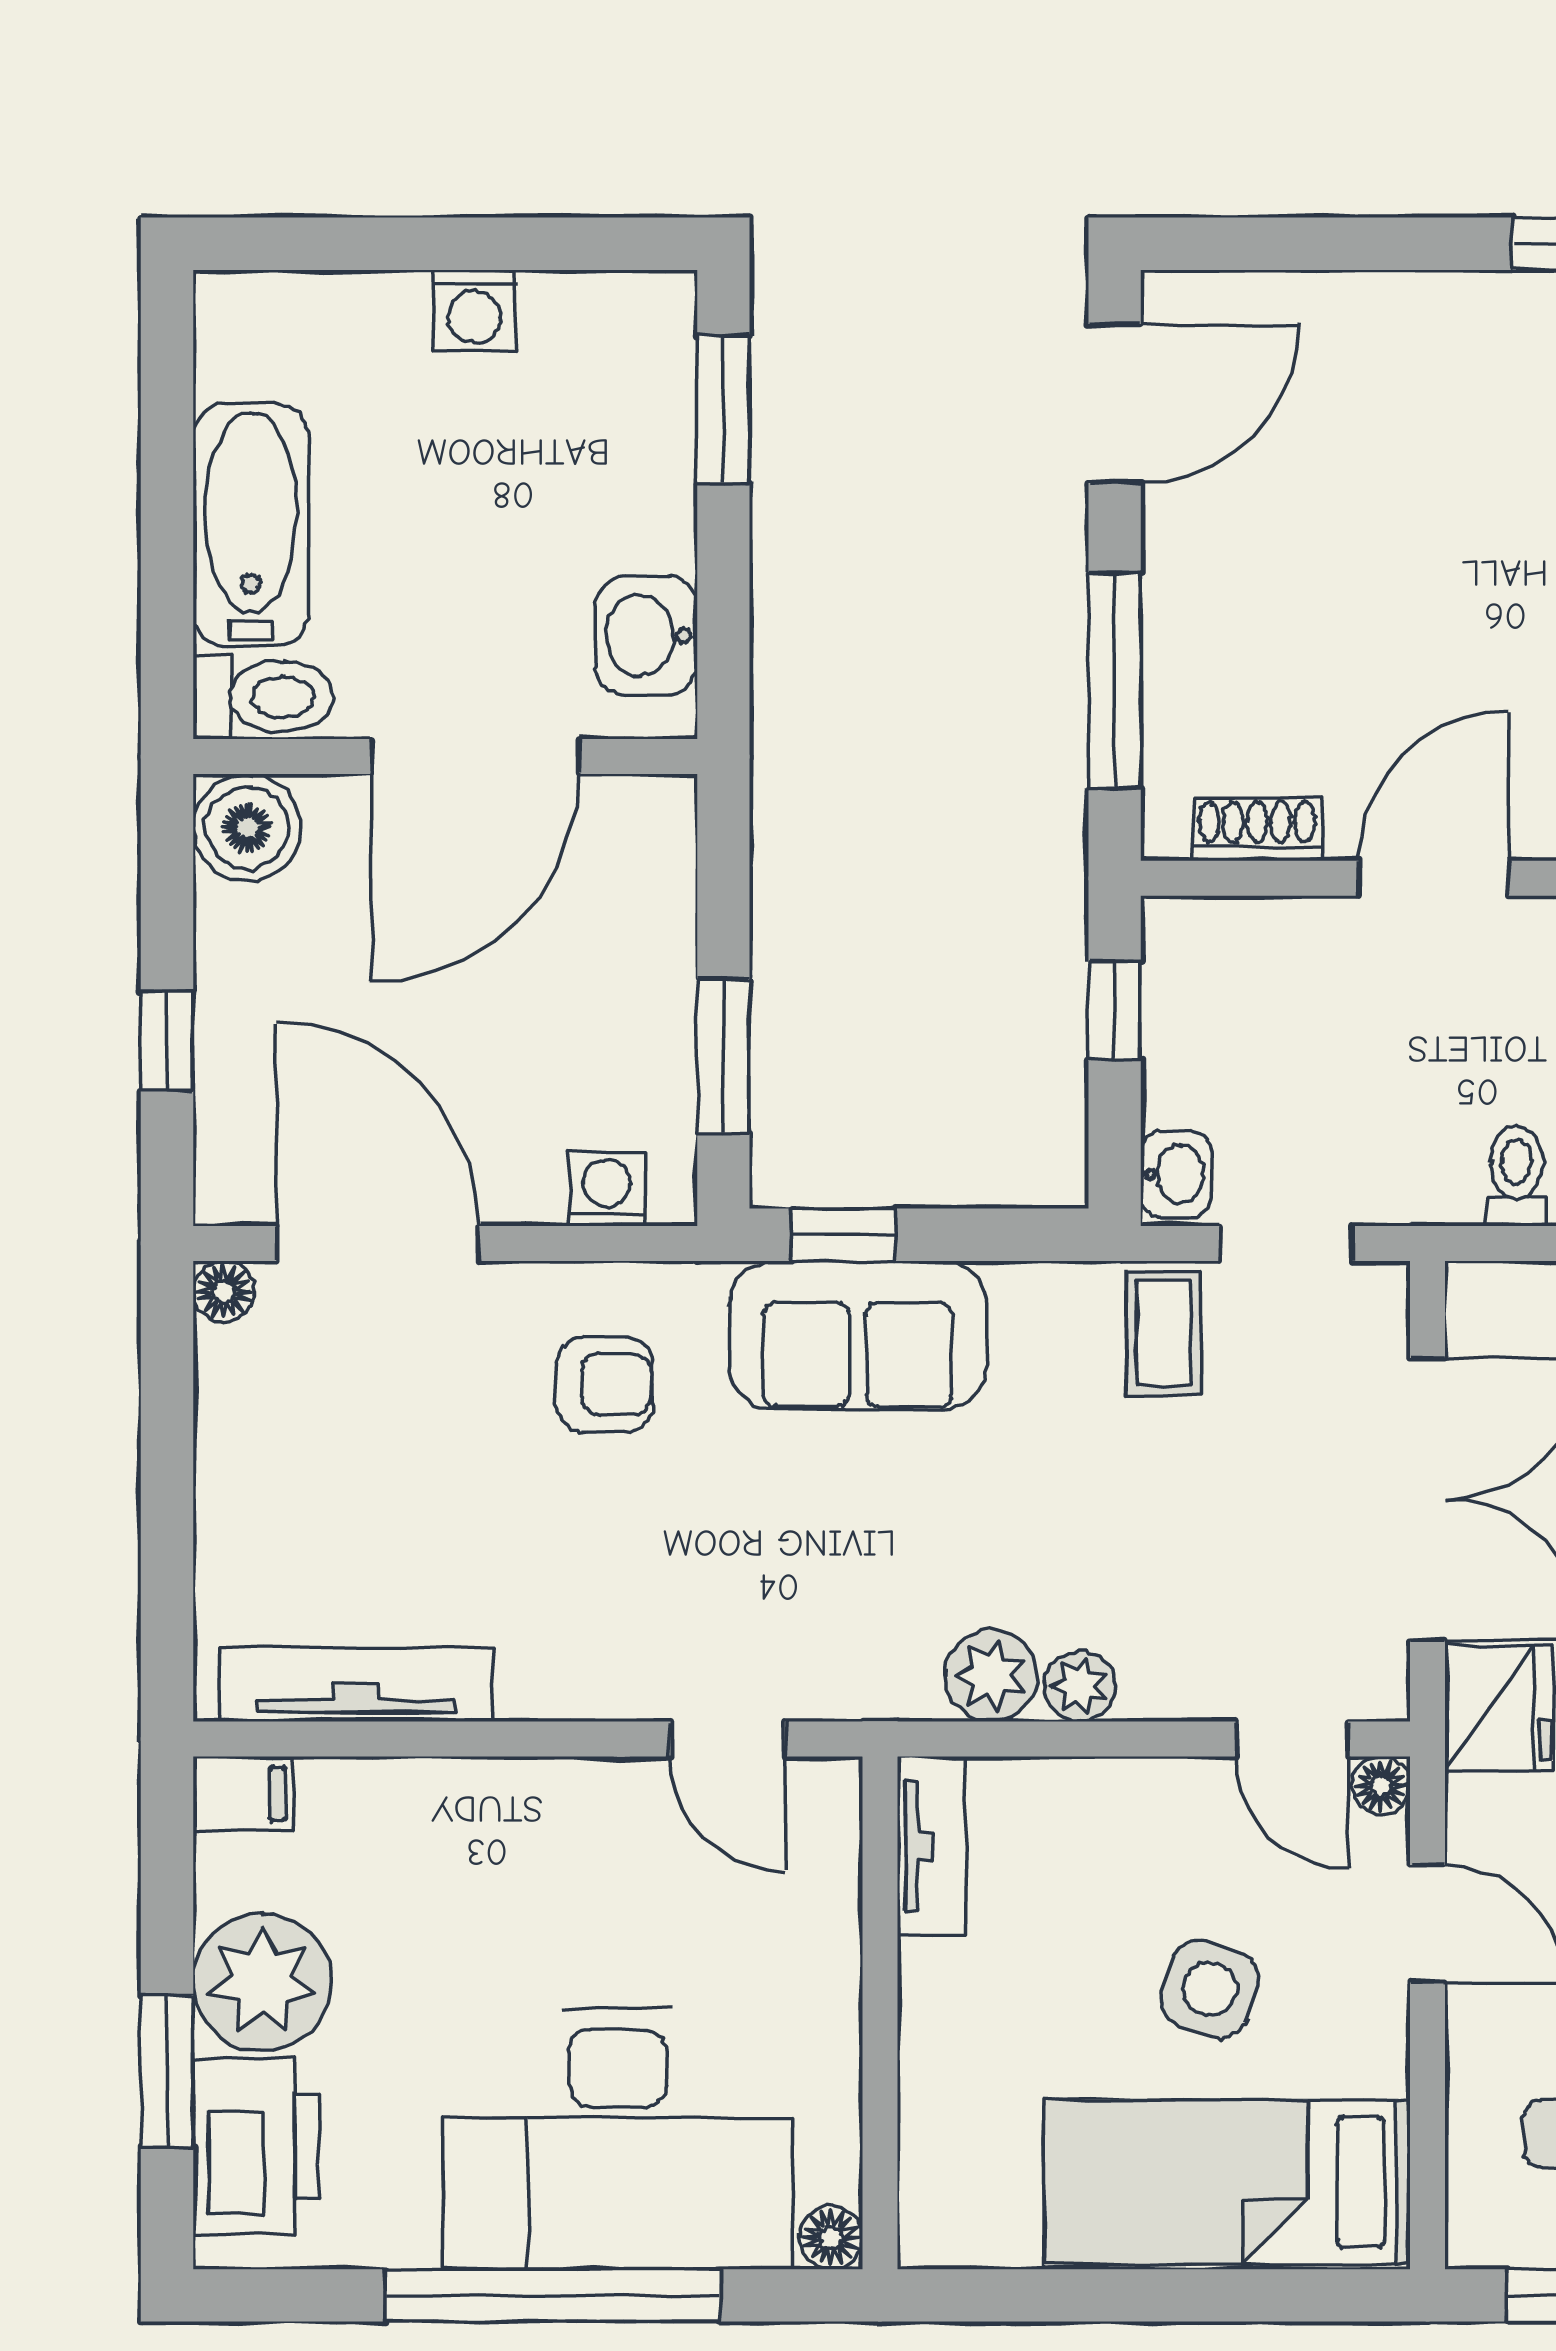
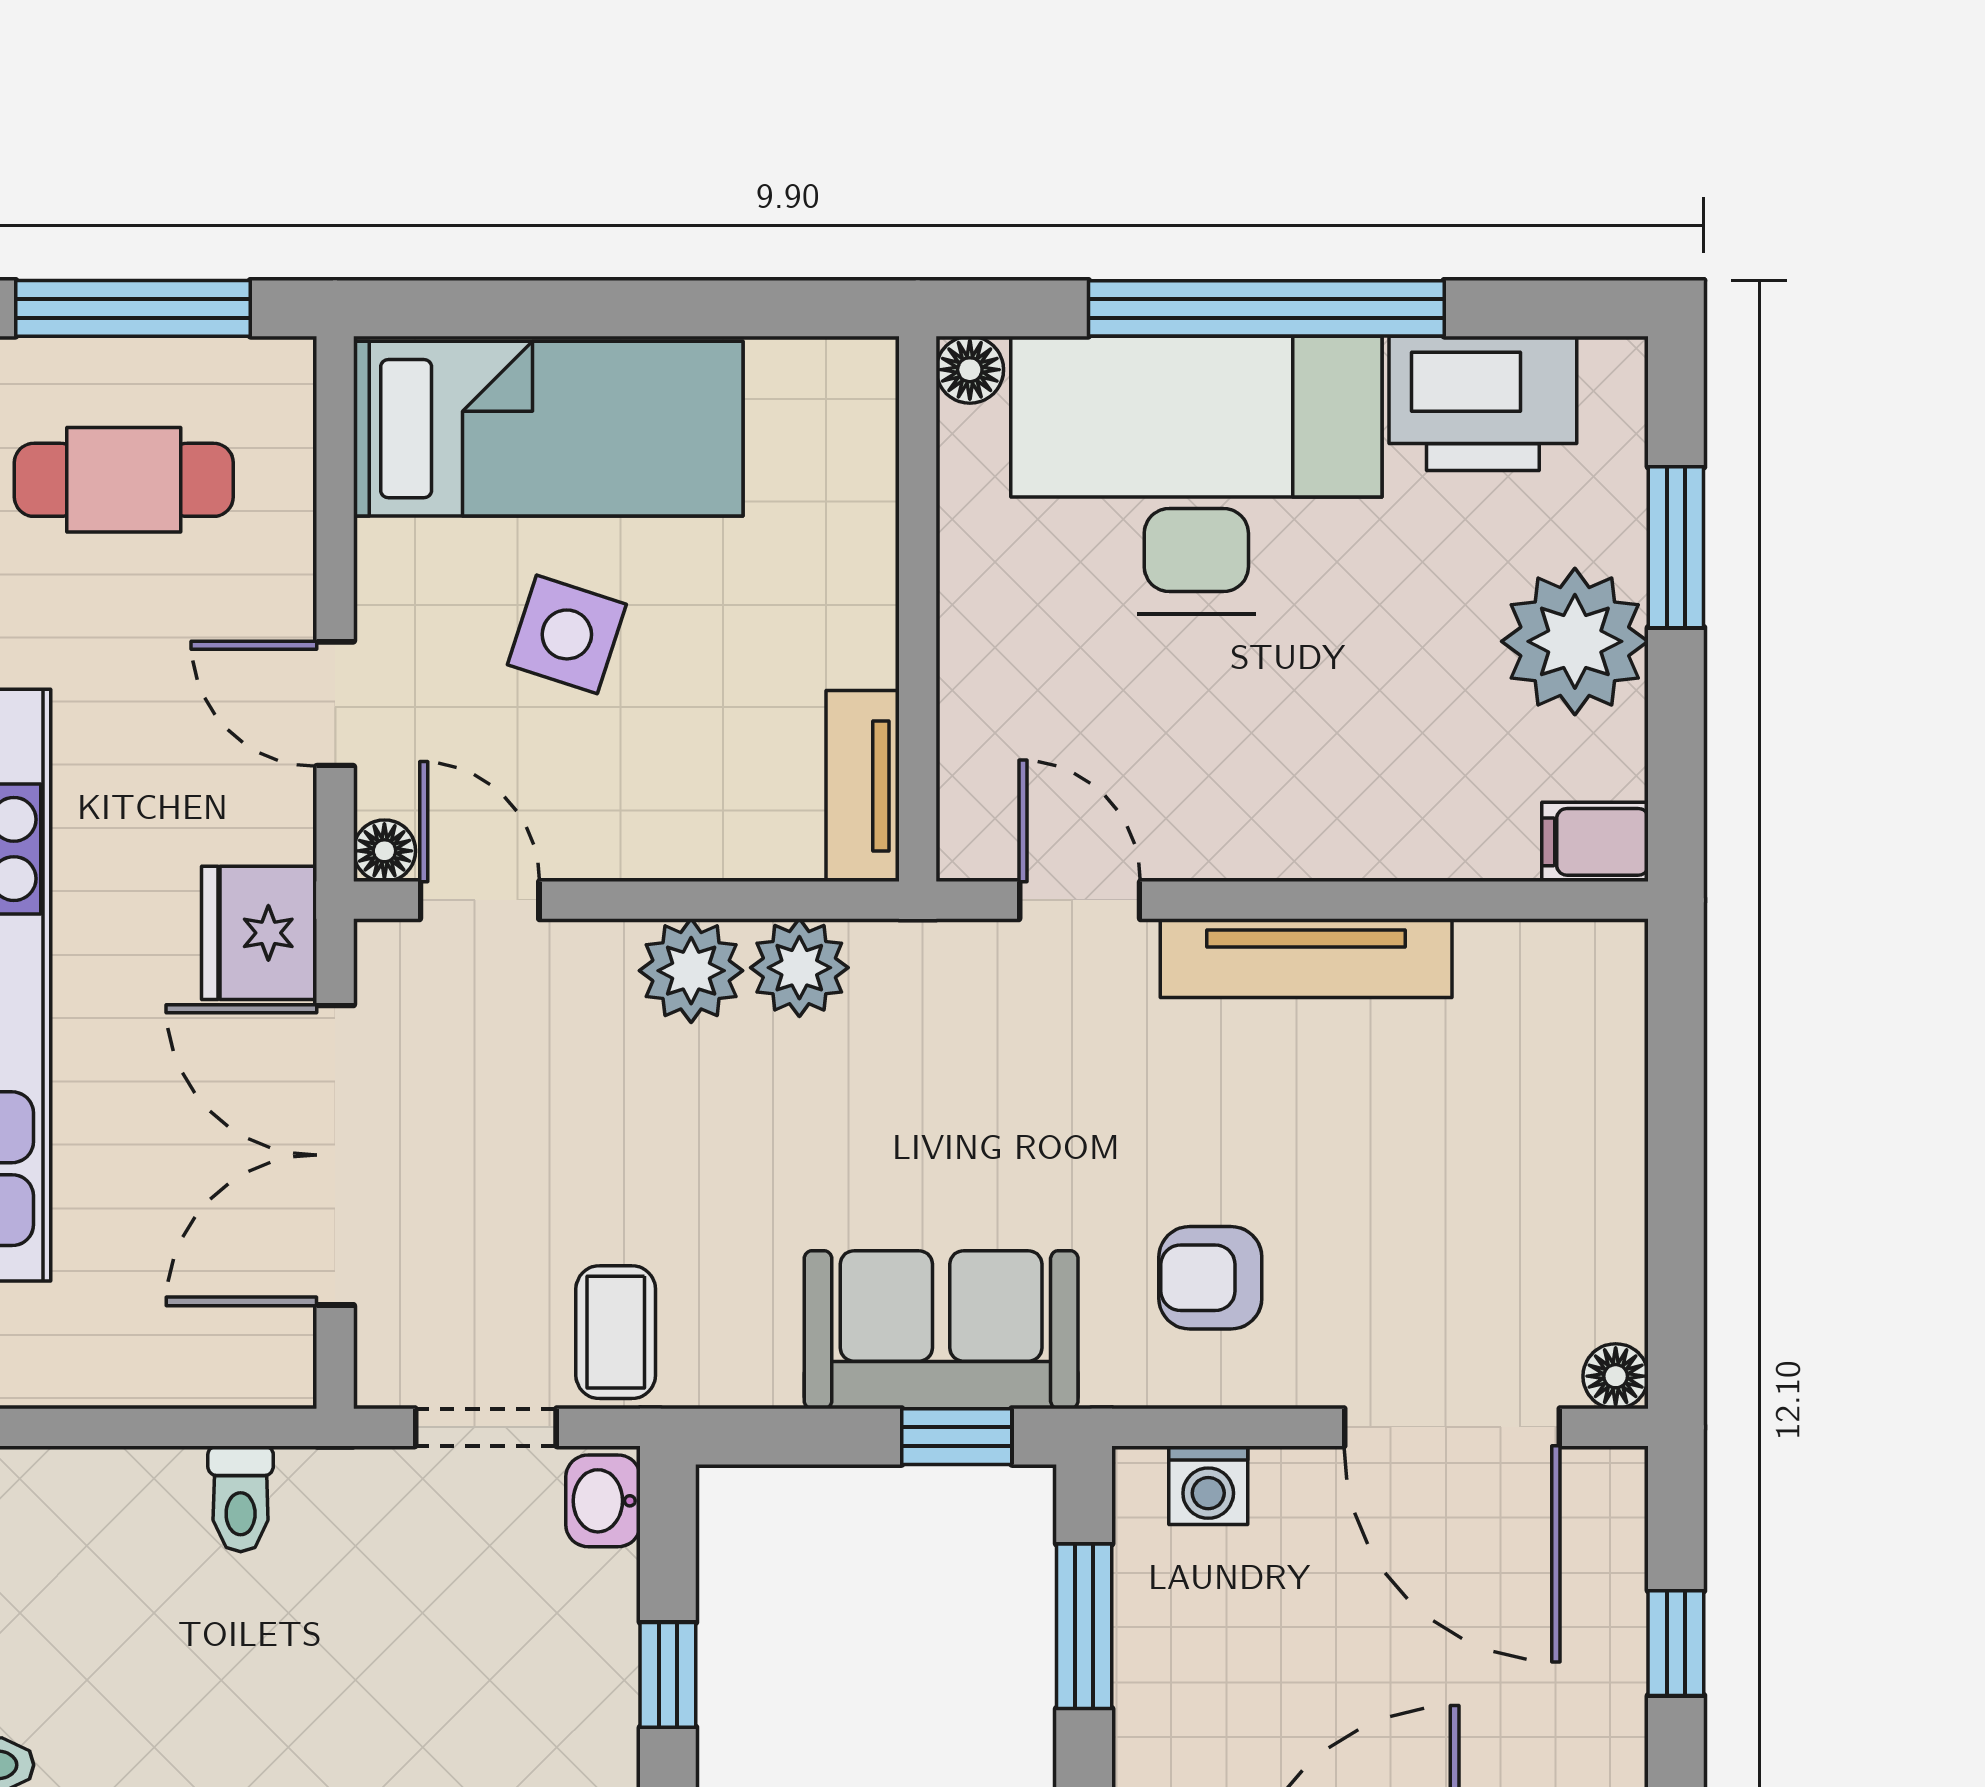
tv unit: (356, 1684) -> (1306, 958), moved
plant: (1080, 1686) -> (691, 971), width x1.38, depth x1.38
printer: (256, 2146) -> (1483, 403), moved, turned -90

